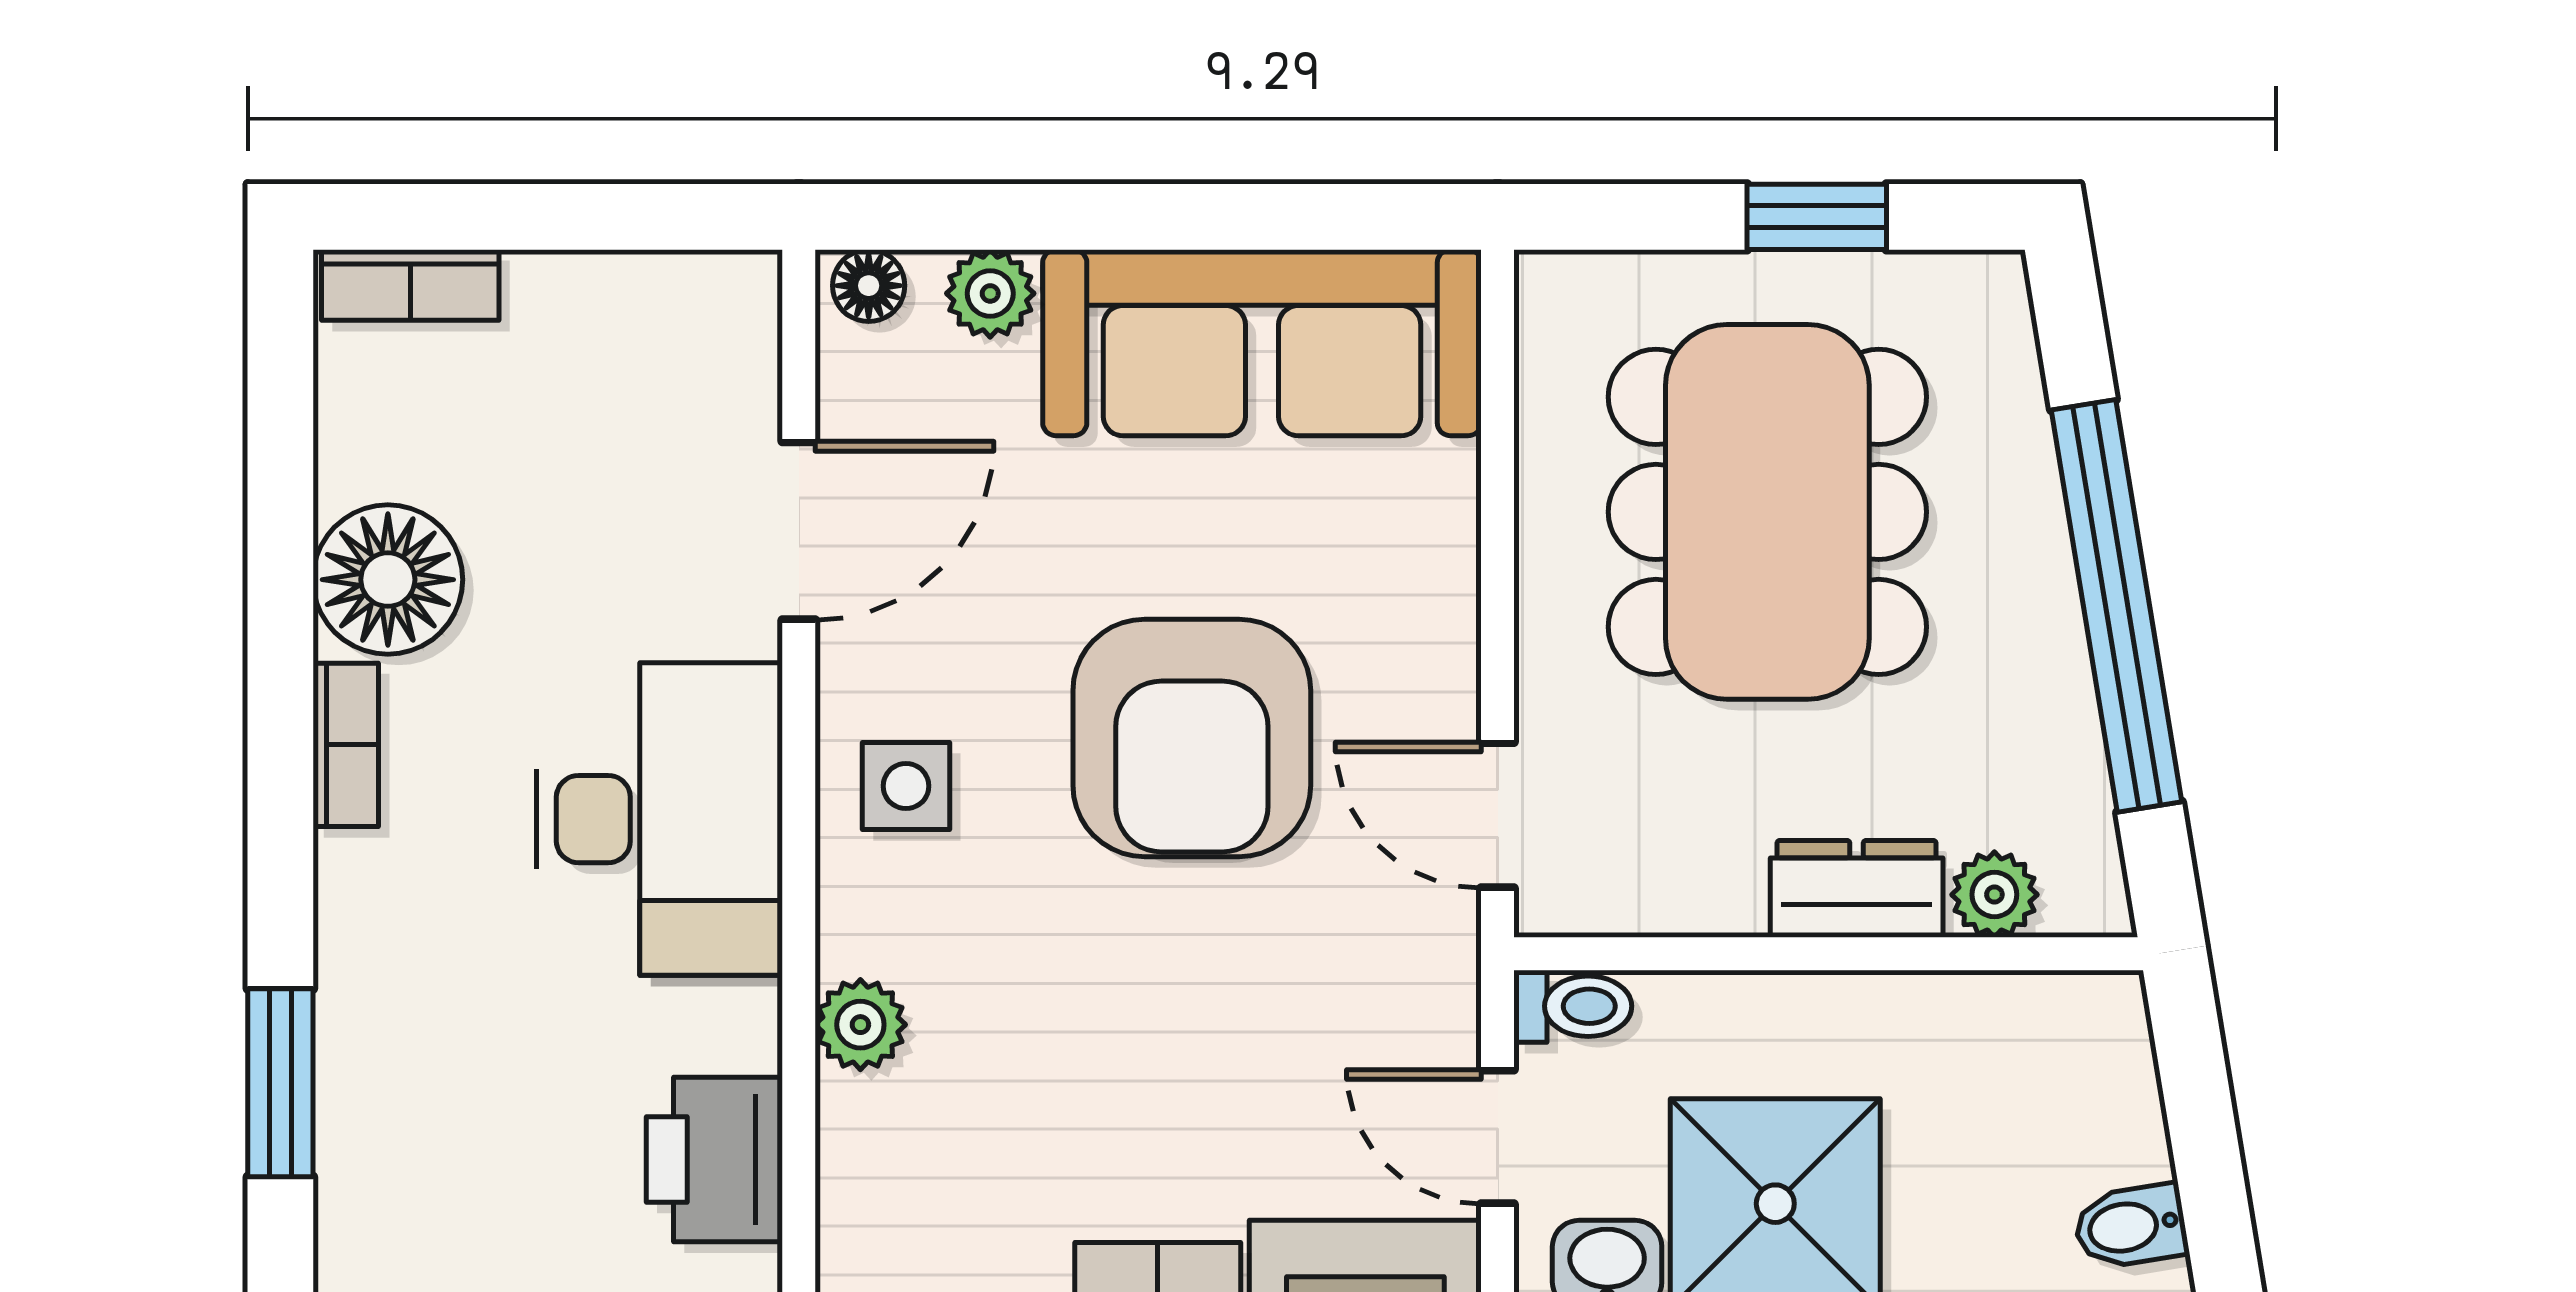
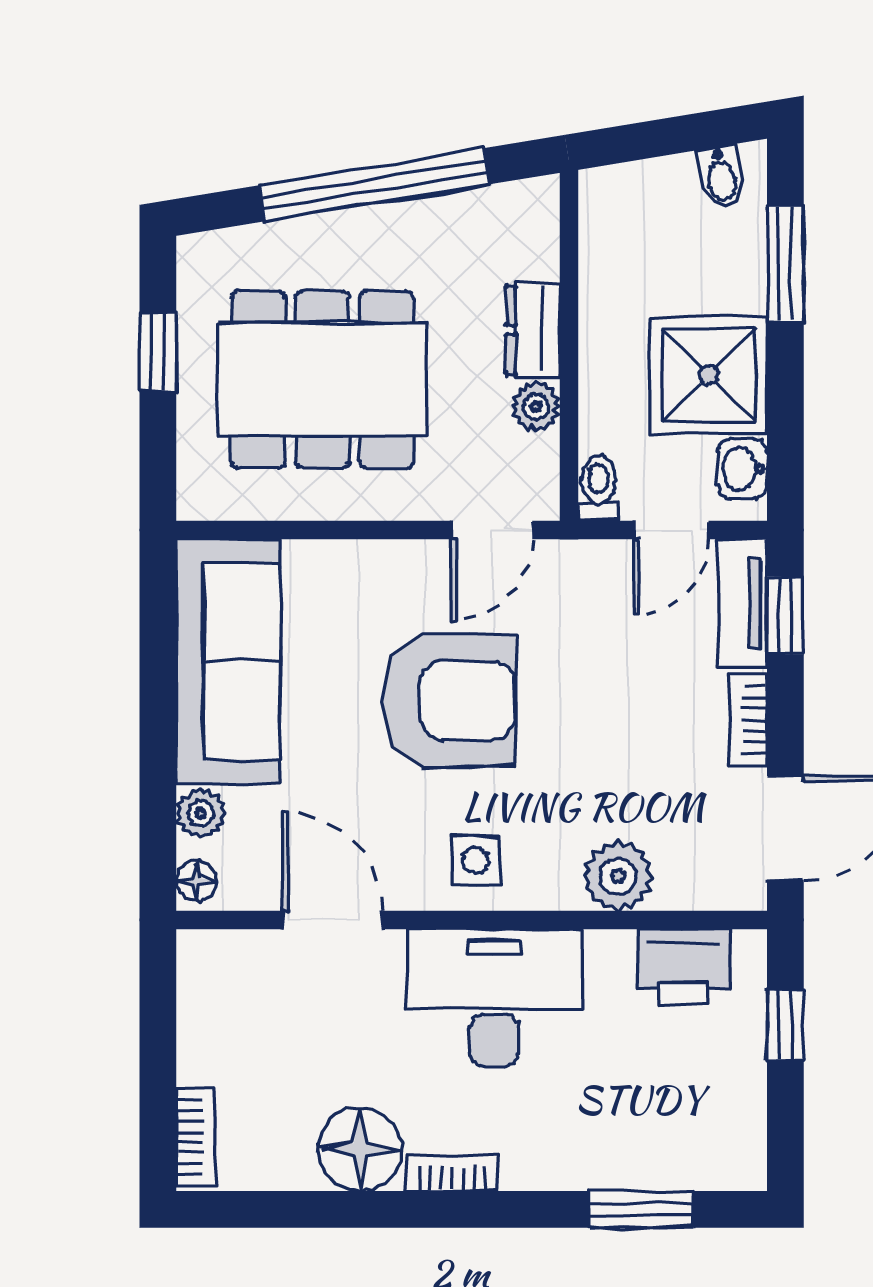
plant: (1994, 895) -> (536, 407), moved
plant: (860, 1025) -> (618, 876), width x1.38, depth x1.38

